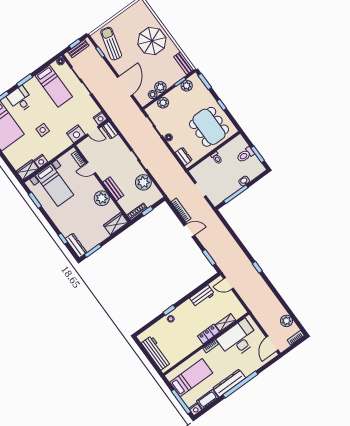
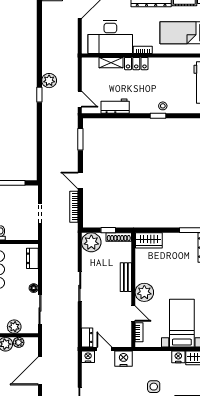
plant: (143, 182) -> (91, 242), moved
plant: (102, 198) -> (144, 292), moved
plant: (286, 321) -> (49, 81), moved

